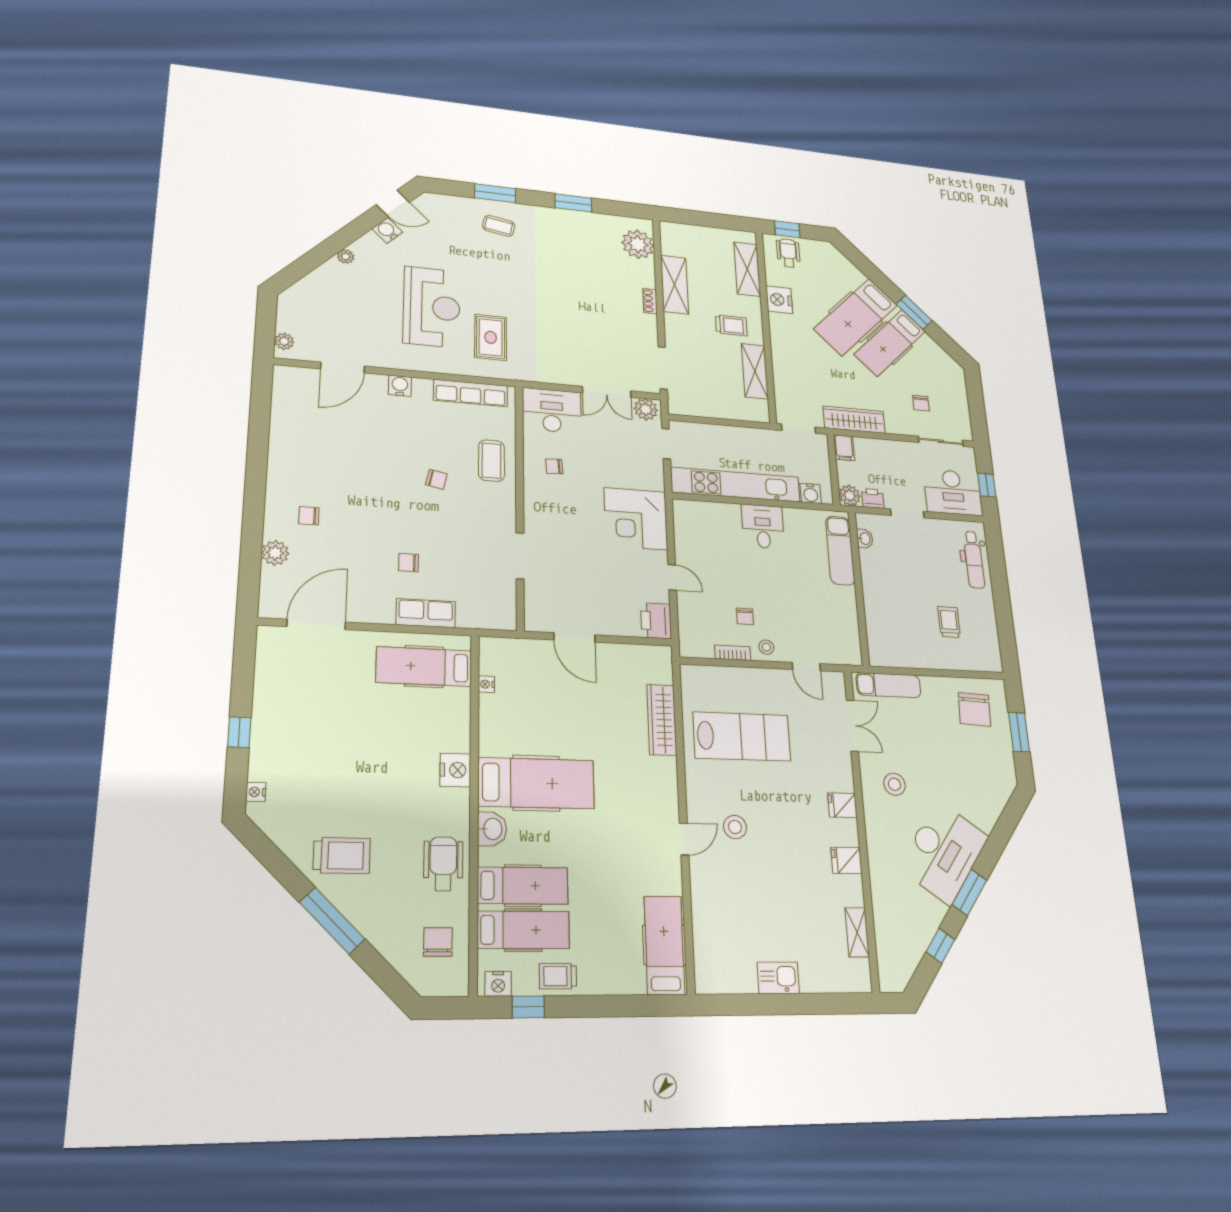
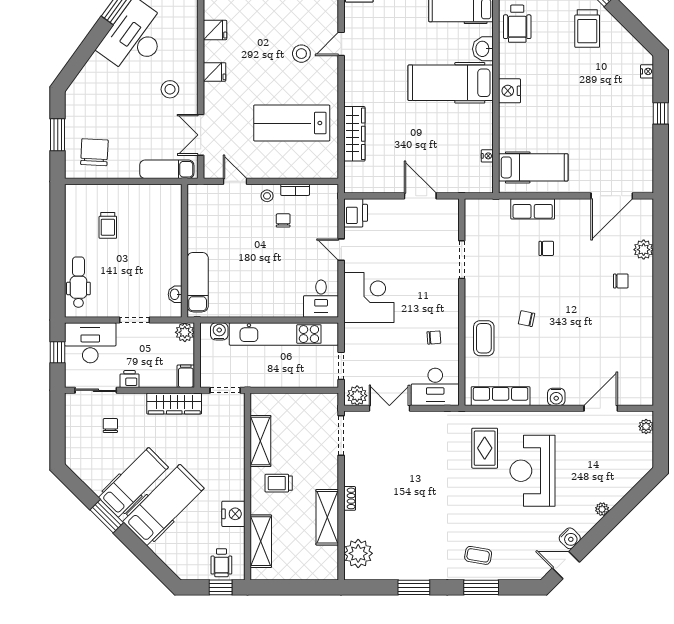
printer: (873, 498) -> (130, 379), moved, turned 180
desk: (763, 526) -> (321, 299), moved
trolley: (342, 856) -> (587, 28), turned -90

